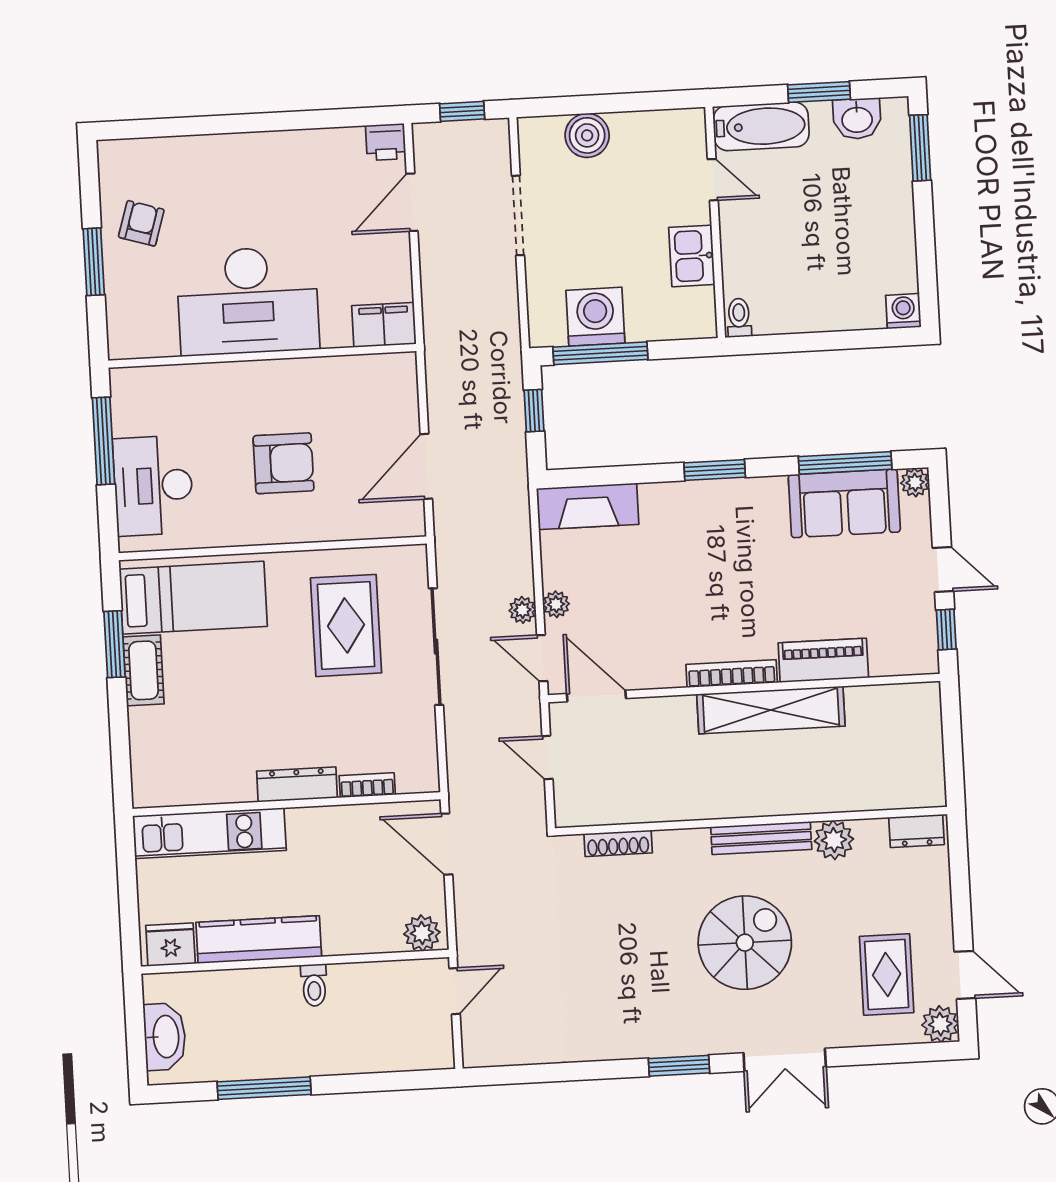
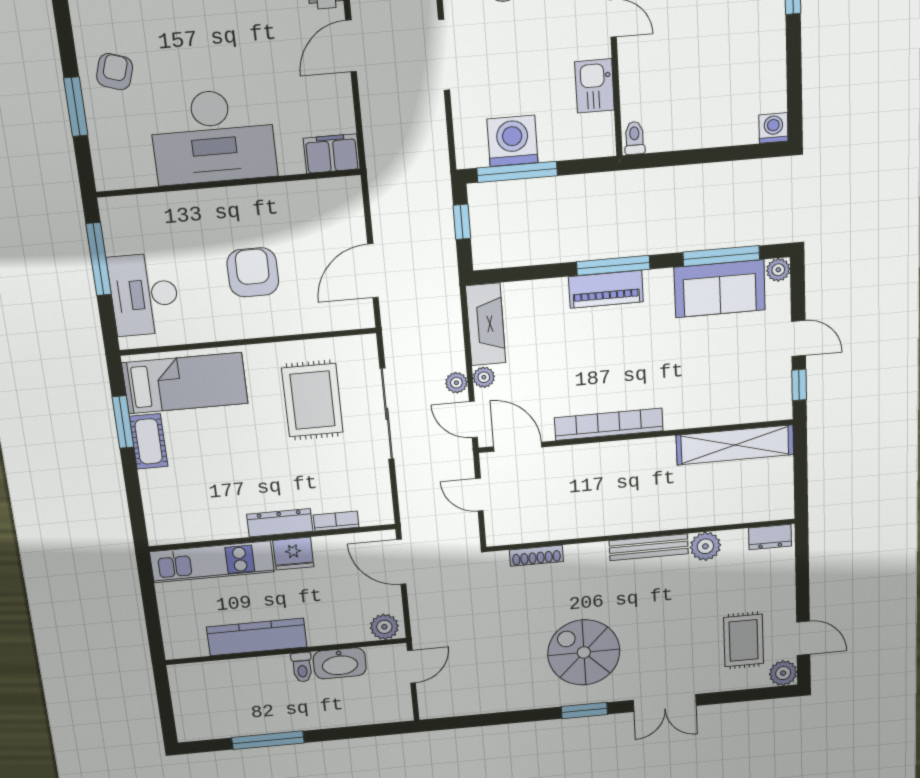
armchair: (284, 463) -> (253, 272), turned -90
window: (715, 470) -> (613, 265), width x1.44
fireplace: (588, 506) -> (486, 324), moved, turned -90
piano: (823, 660) -> (606, 289), moved, turned 180
bookcase: (732, 674) -> (609, 424), width x1.48, depth x1.31
shelving: (771, 710) -> (735, 445), moved
spiral stairs: (745, 943) -> (584, 652), moved, turned -90
fridge: (170, 945) -> (293, 554), moved, turned 180
washbasin: (165, 1037) -> (340, 663), moved, turned 90

